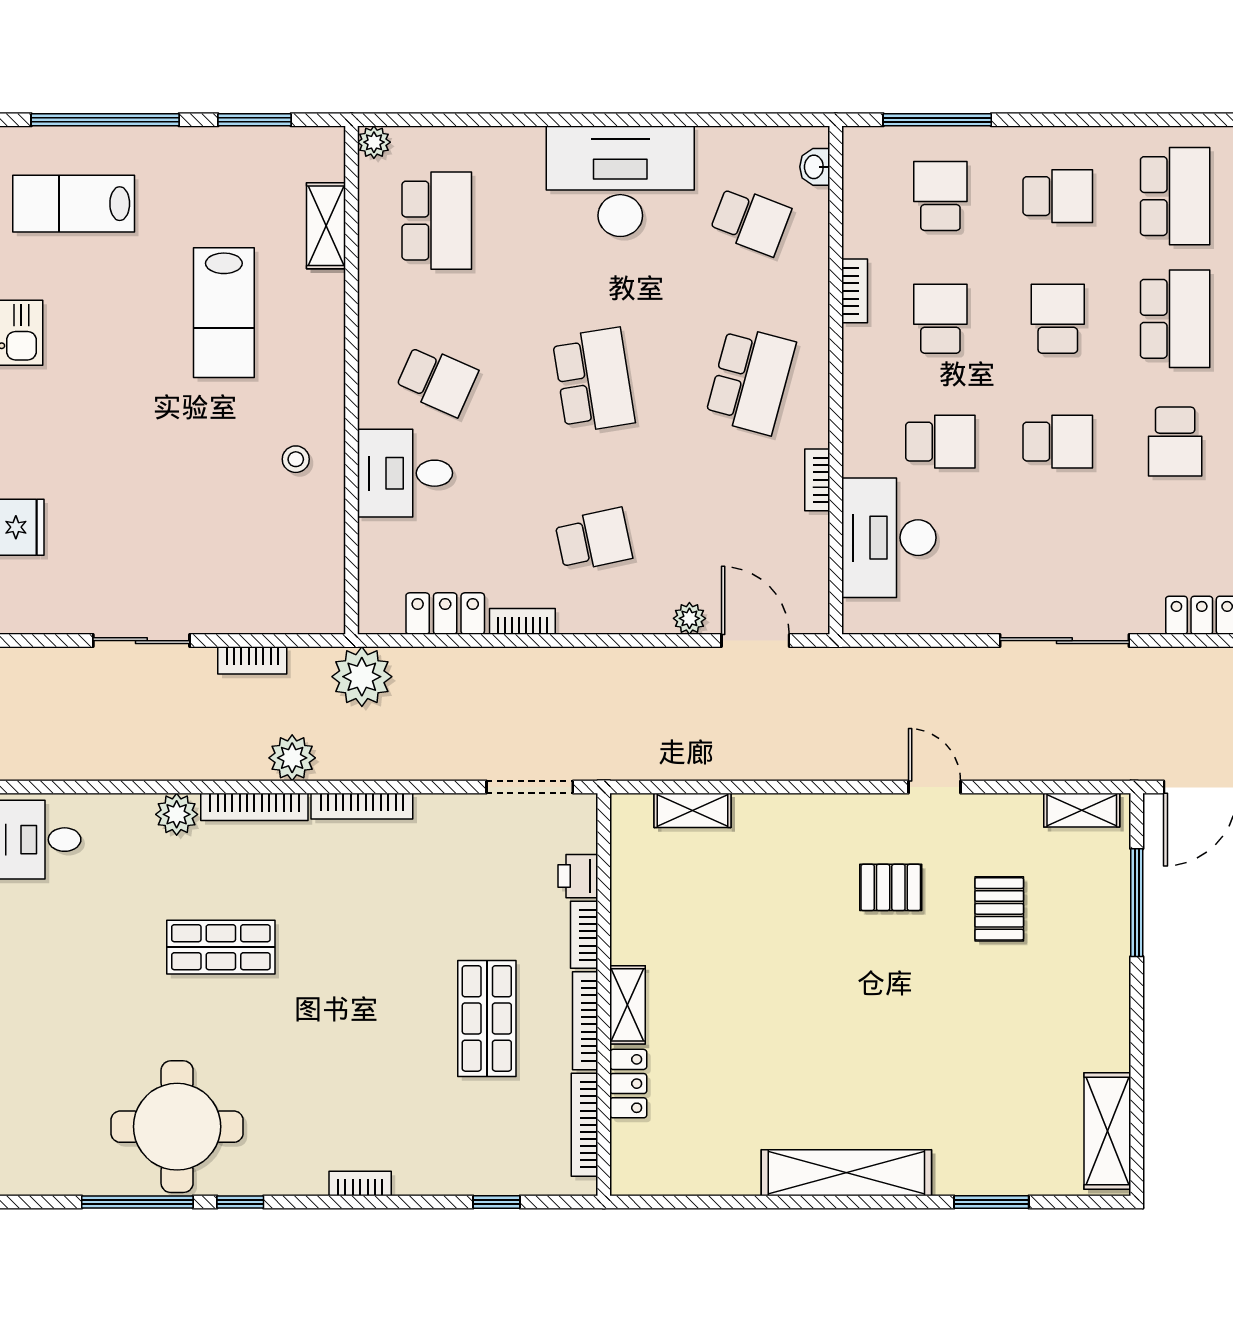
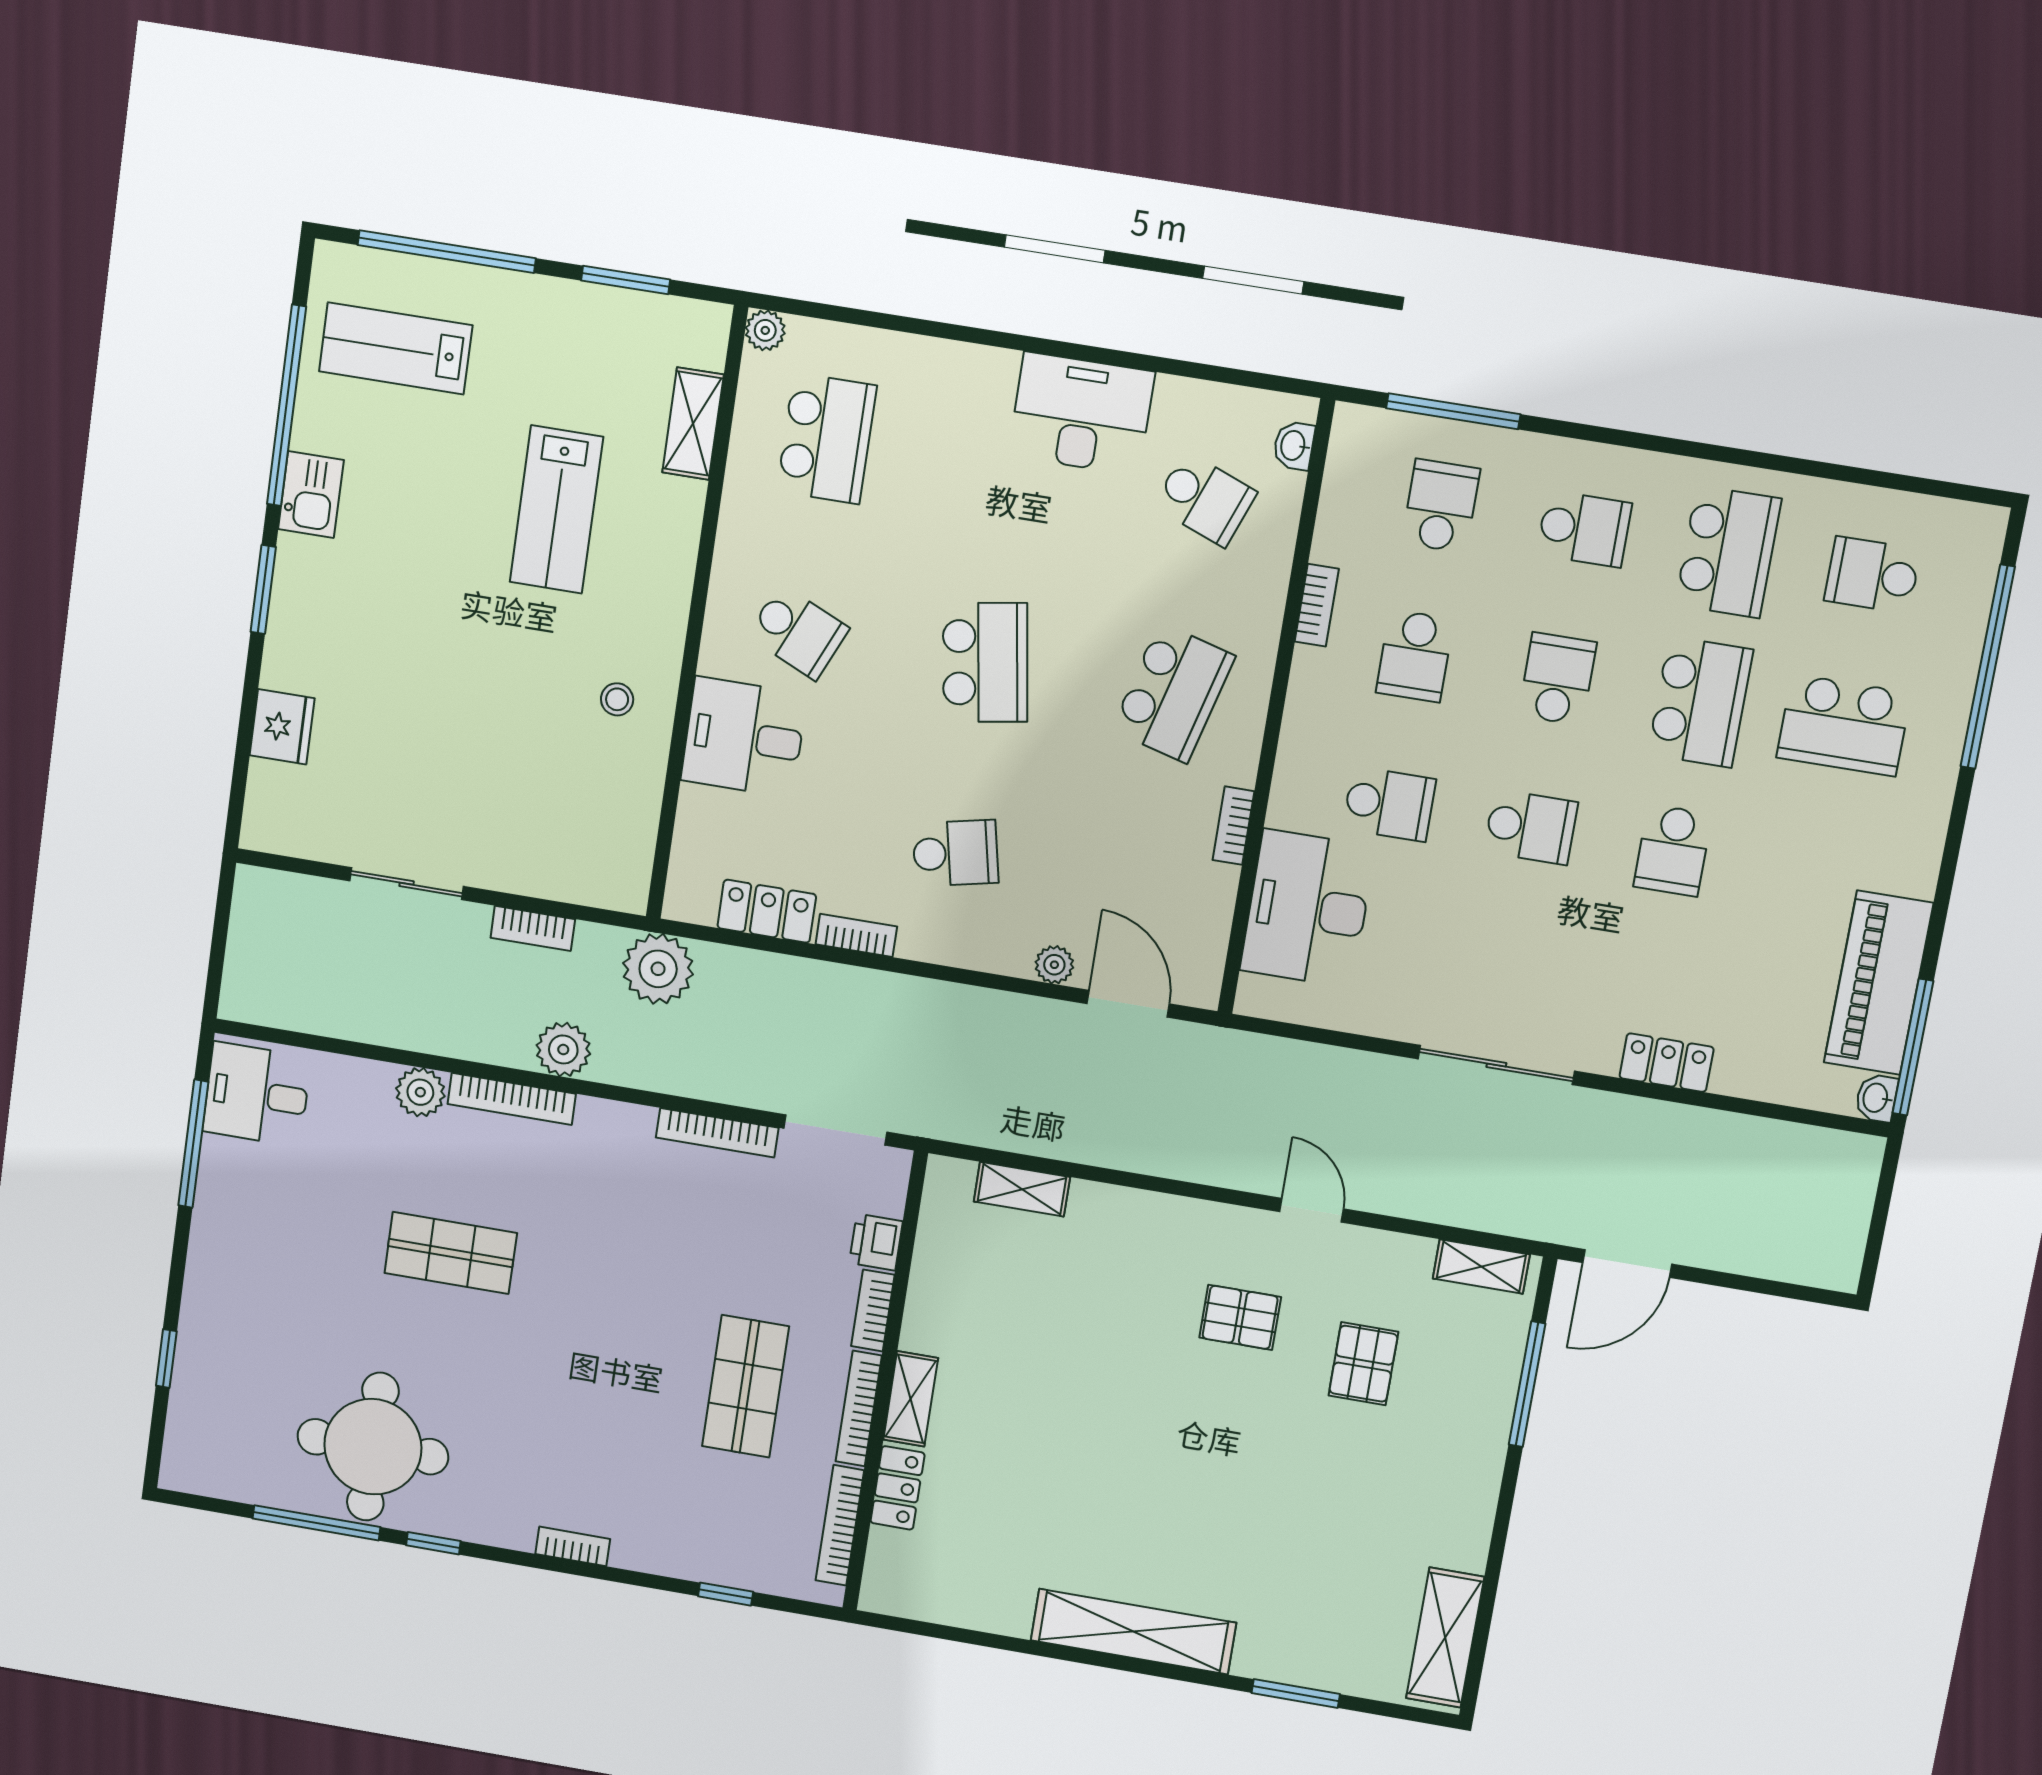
desk: (620, 181) -> (1081, 414), width x0.73, depth x0.77
school desk: (940, 319) -> (1415, 656), turned 180
bookcase: (362, 806) -> (717, 1133), moved

